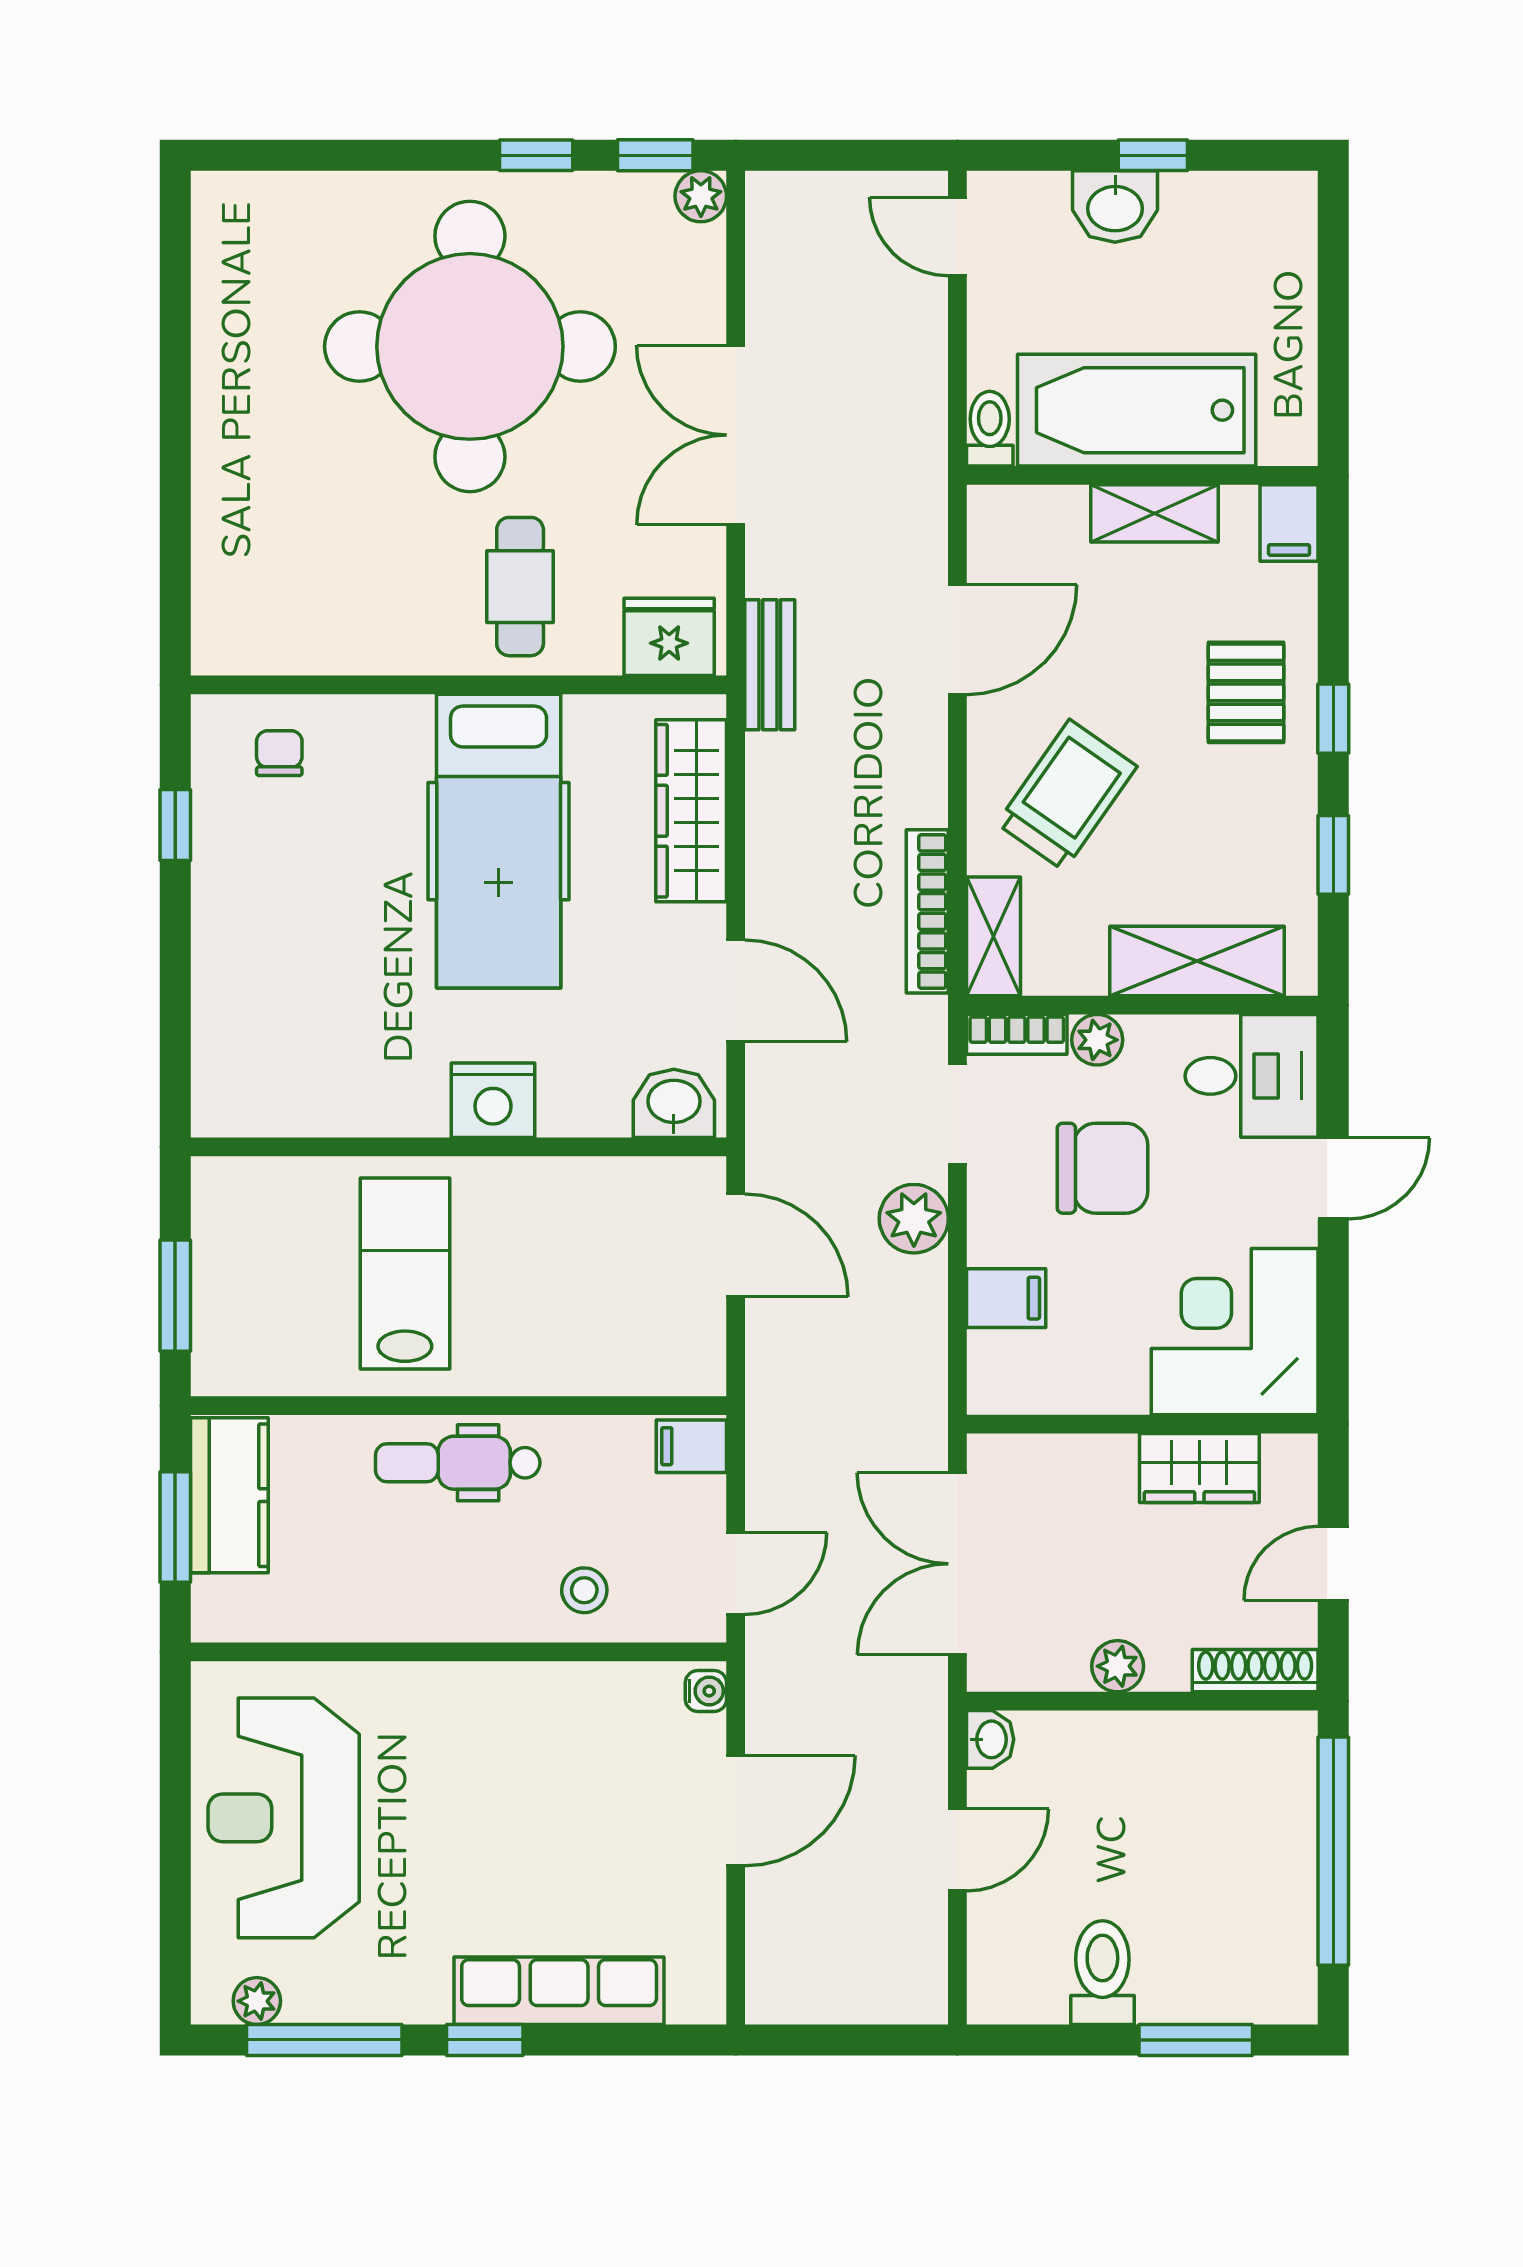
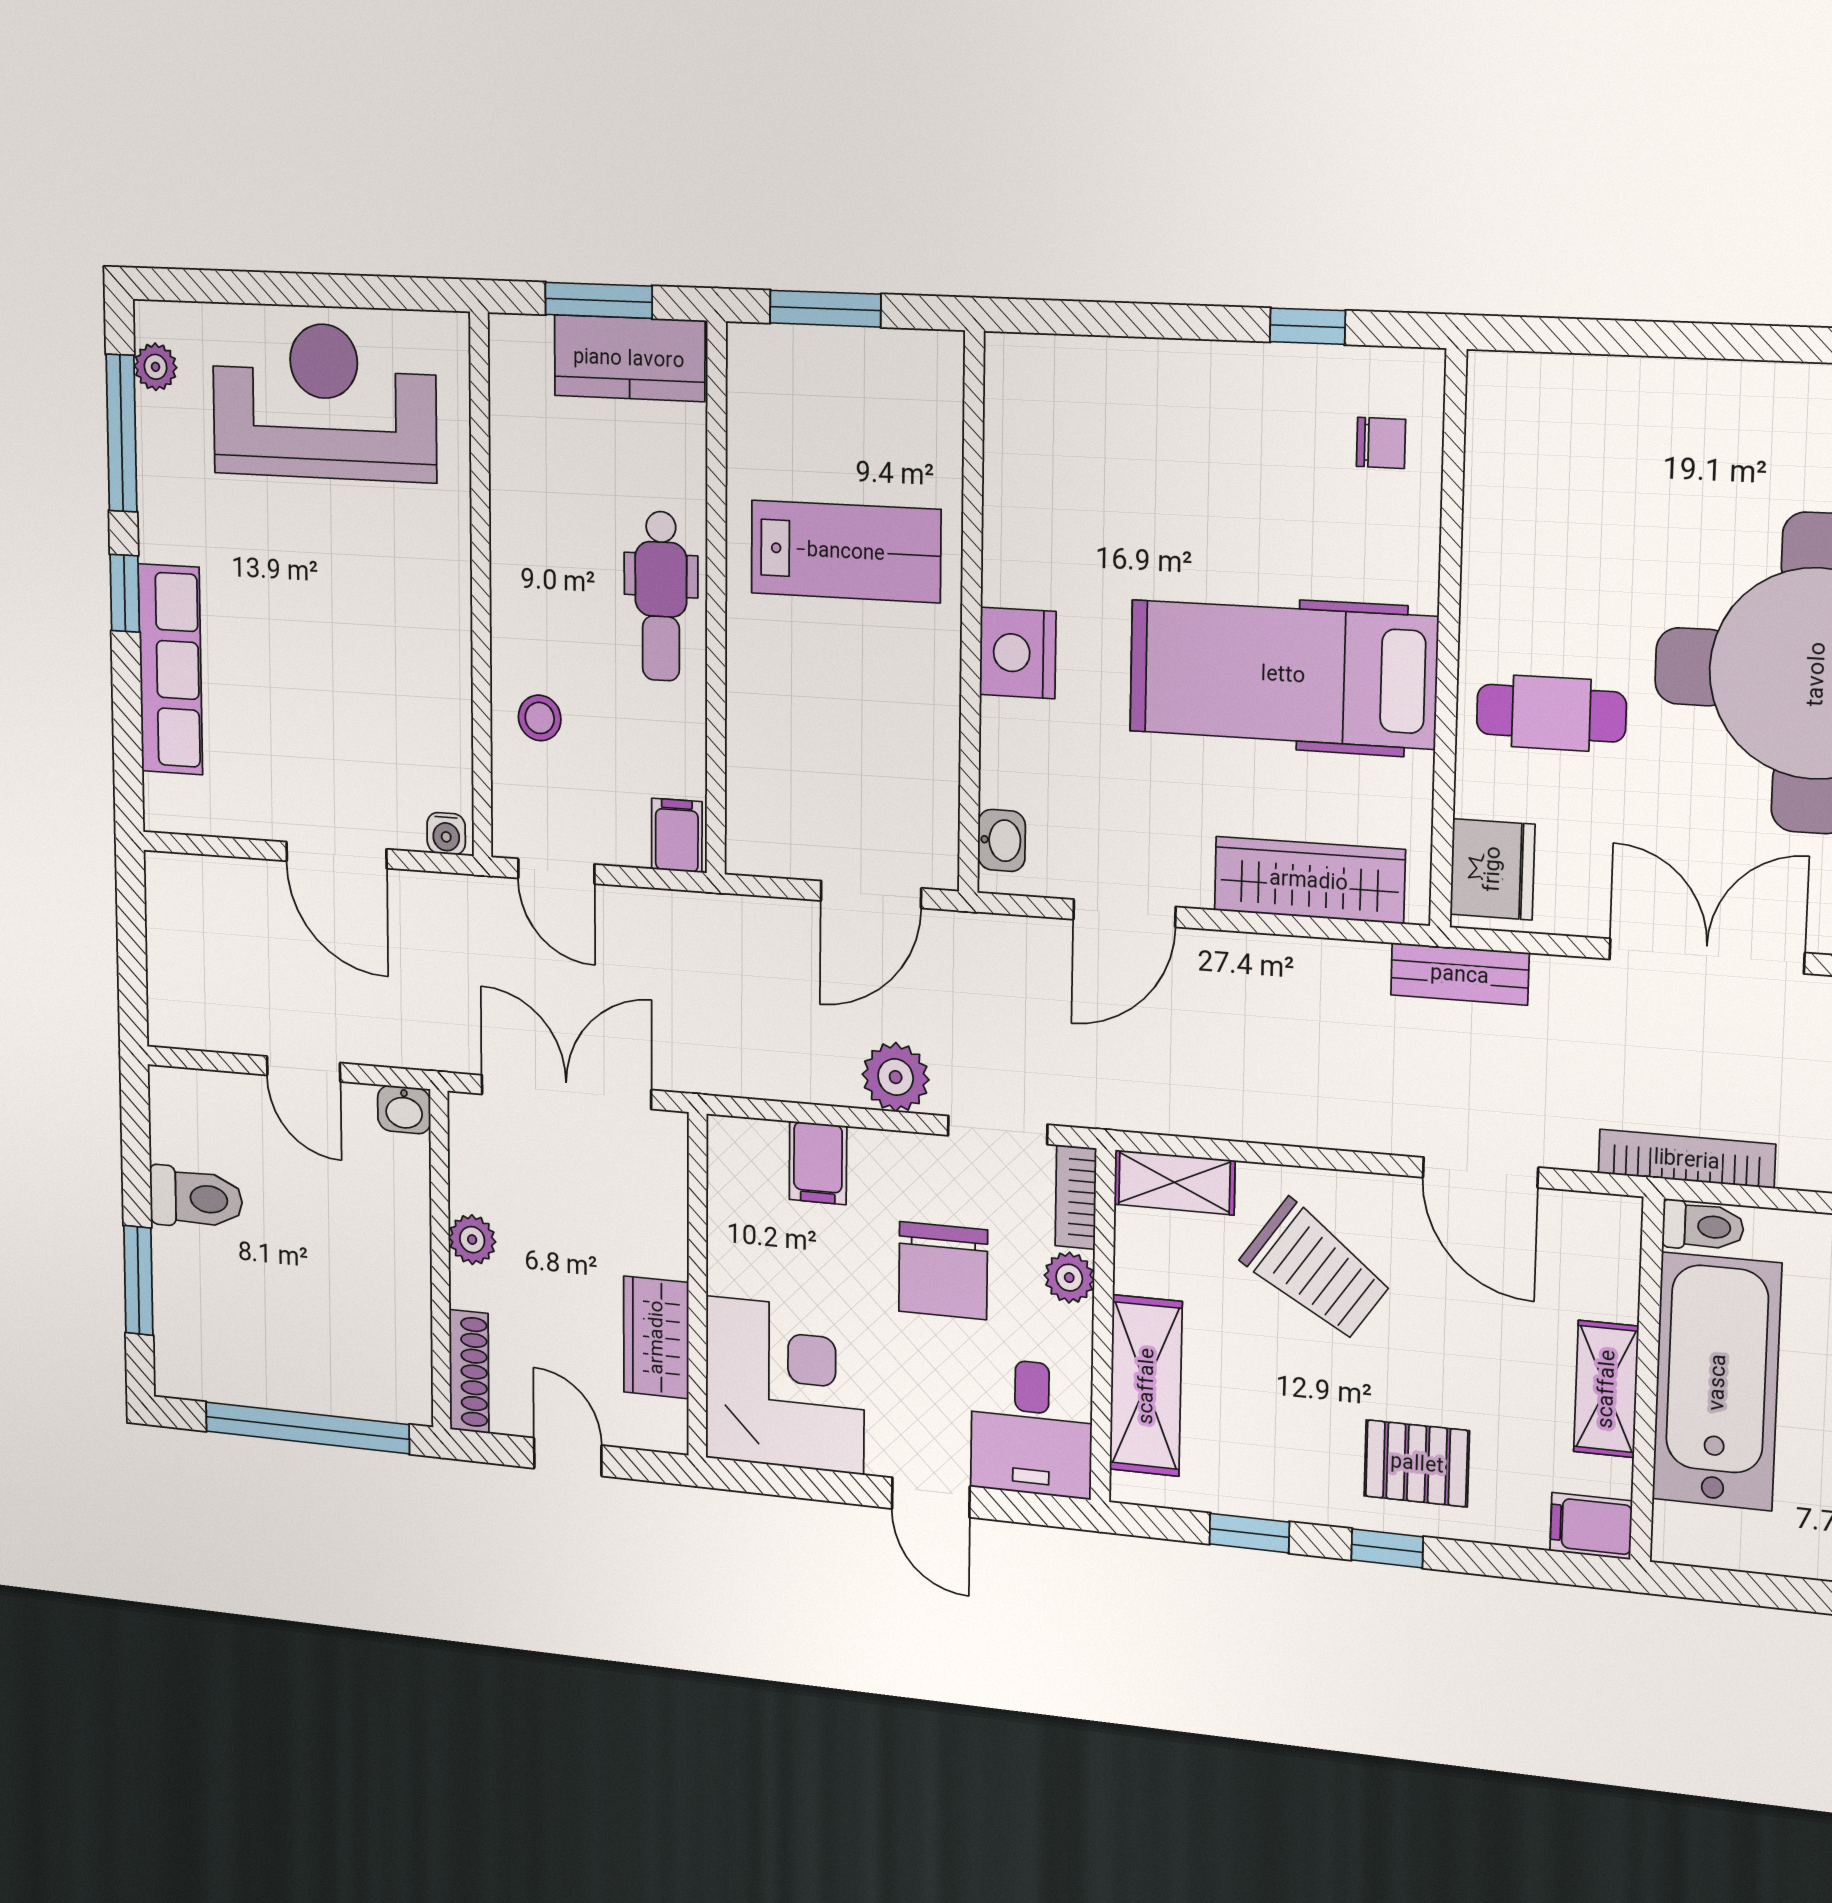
bookcase: (927, 911) -> (1687, 1159), moved
washbasin: (674, 1103) -> (1002, 840), width x0.72, depth x0.69
dental chair: (458, 1463) -> (661, 596), turned 180

